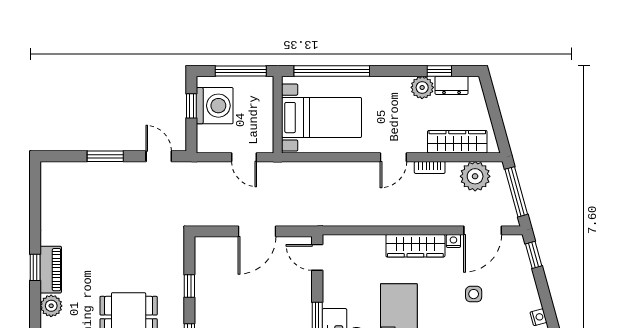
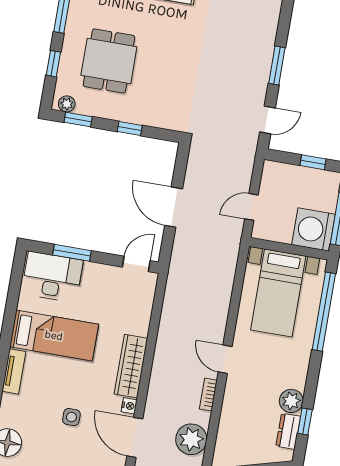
washing machine: (215, 106) -> (314, 229), moved, turned 90
wardrobe: (457, 142) -> (230, 427), removed

